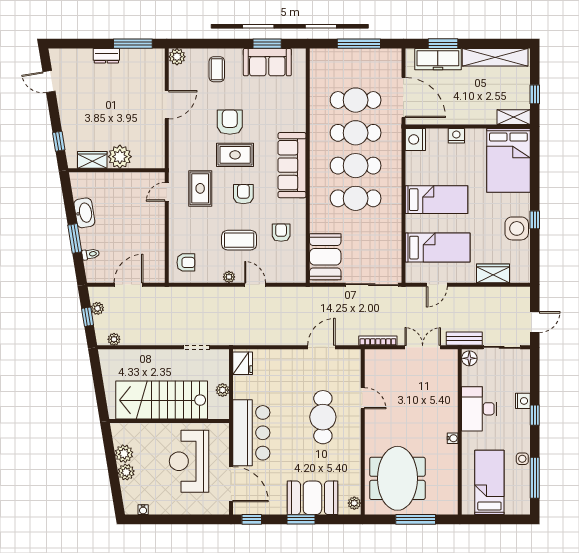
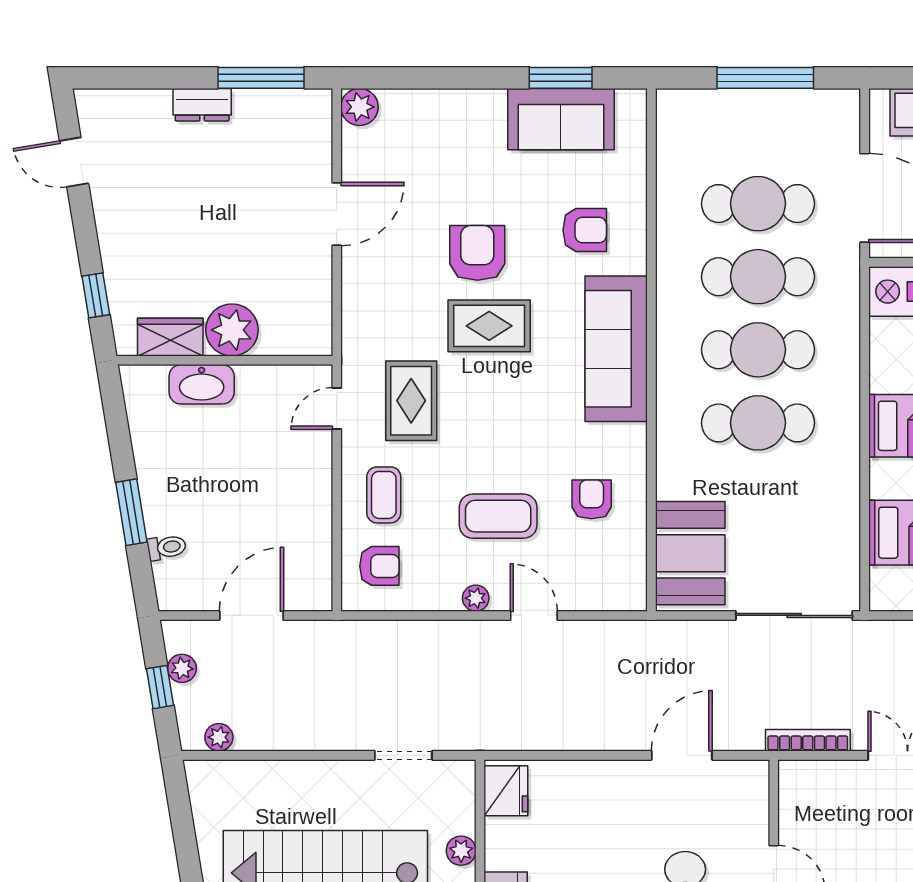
coffee table: (217, 69) -> (384, 495), moved
armchair: (243, 194) -> (585, 230), moved, turned 90
washbasin: (84, 213) -> (202, 384), moved, turned 99

